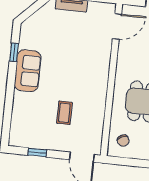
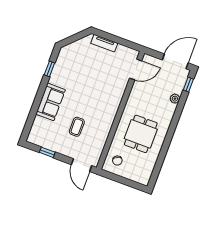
sofa: (28, 71) -> (51, 102), moved

